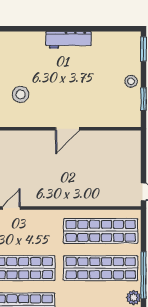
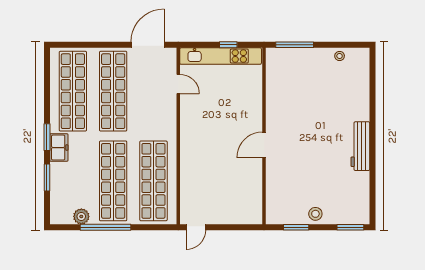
stool: (21, 94) -> (301, 94), removed
door: (67, 129) -> (264, 145), hinge flipped

